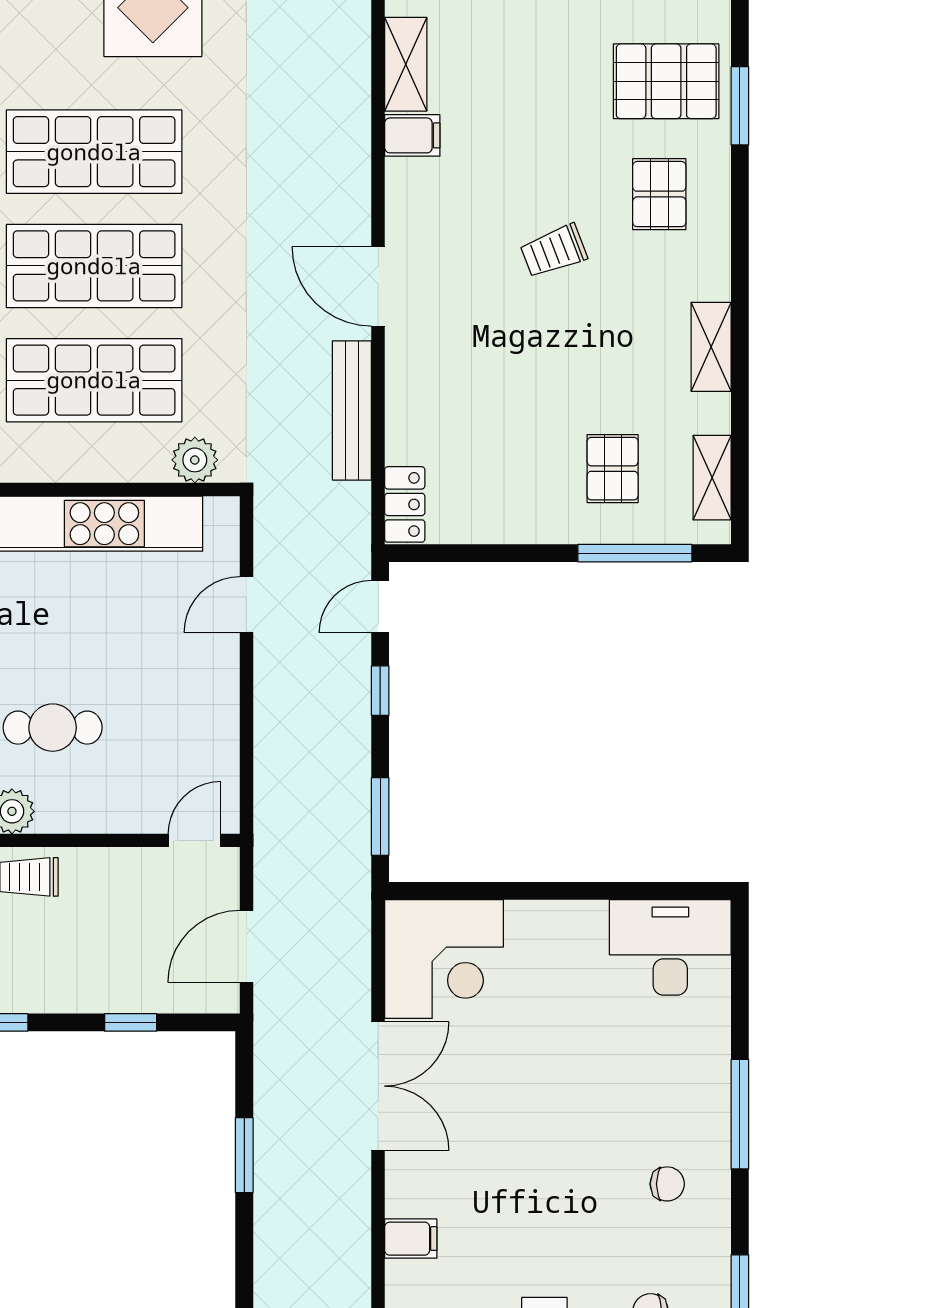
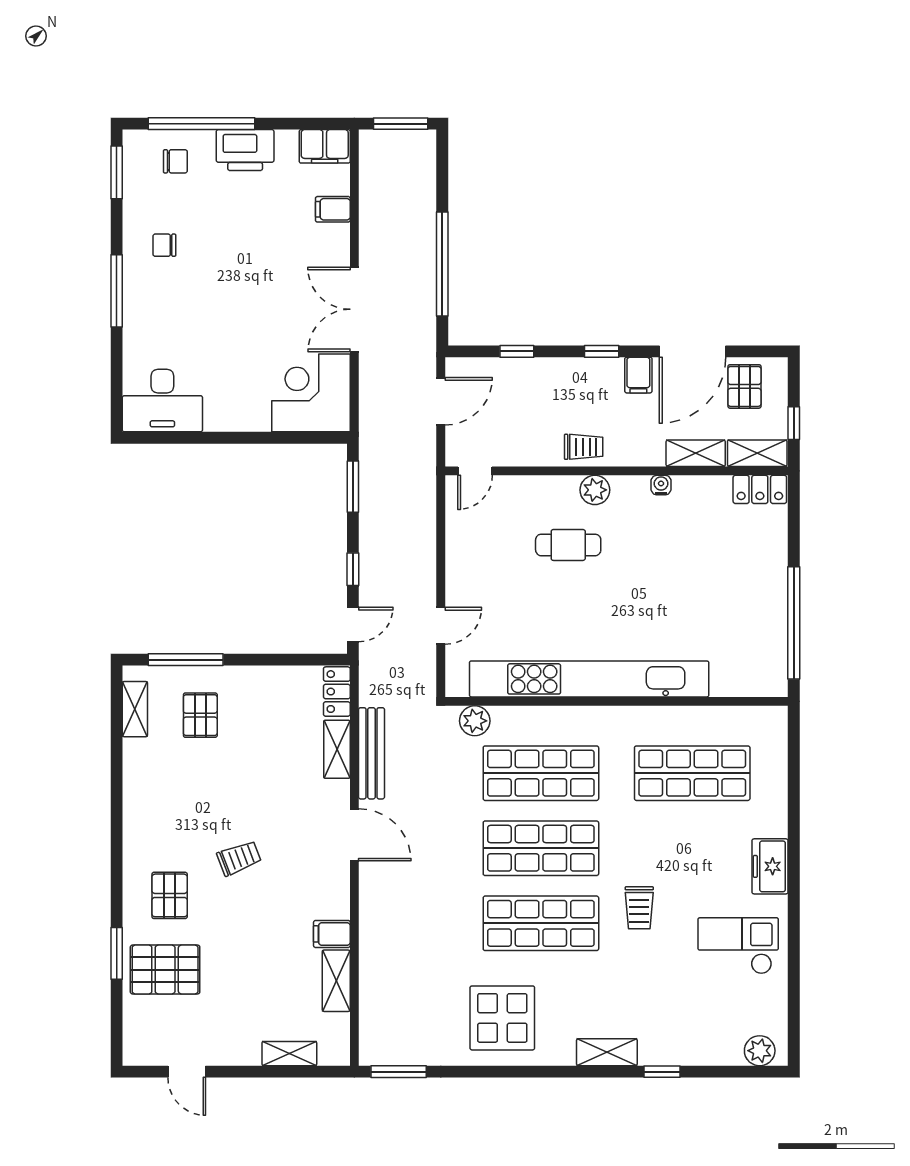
shelving: (711, 347) -> (337, 749), moved
window: (244, 1155) -> (442, 264), width x2.11

